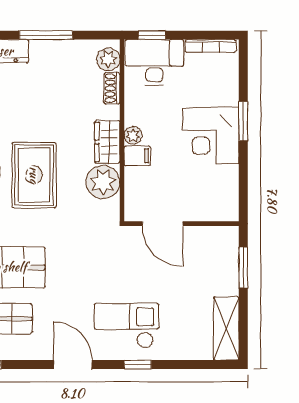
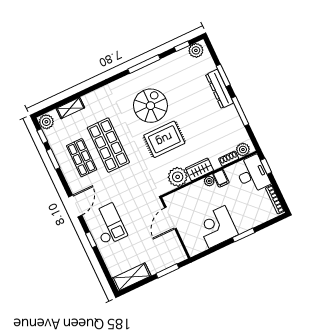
corner desk: (211, 136) -> (217, 227), moved
filing cabinet: (137, 156) -> (221, 178), moved

